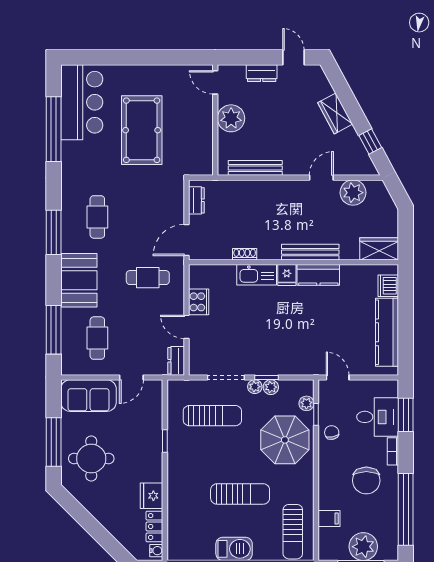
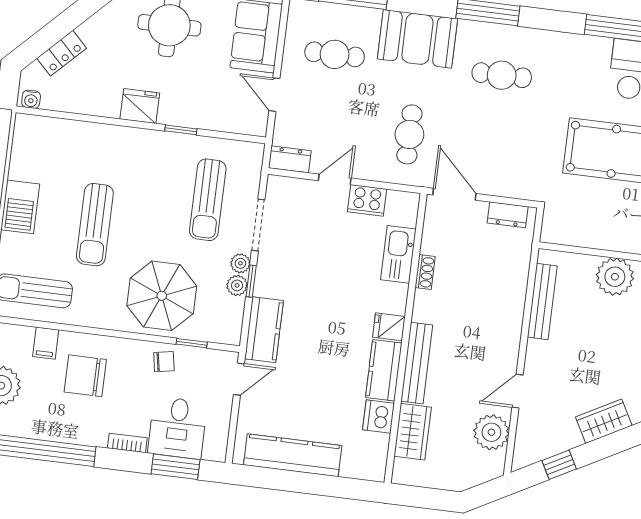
door: (321, 178) -> (517, 391), swing flipped
wardrobe: (379, 249) -> (413, 432), moved
kitchen sink: (257, 275) -> (398, 254), moved
dishwasher: (388, 286) -> (378, 416), moved, turned -90
kitchen counter: (300, 364) -> (264, 330), added
plant: (306, 403) -> (208, 332), removed
chair: (366, 480) -> (85, 376), moved
fridge: (152, 496) -> (140, 106), moved
locker: (154, 526) -> (62, 53), moved, turned 135

